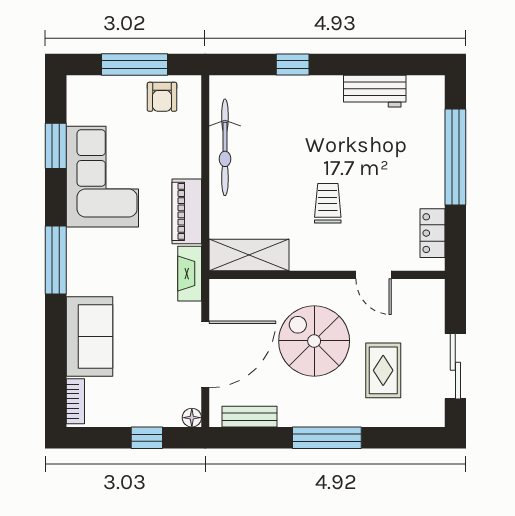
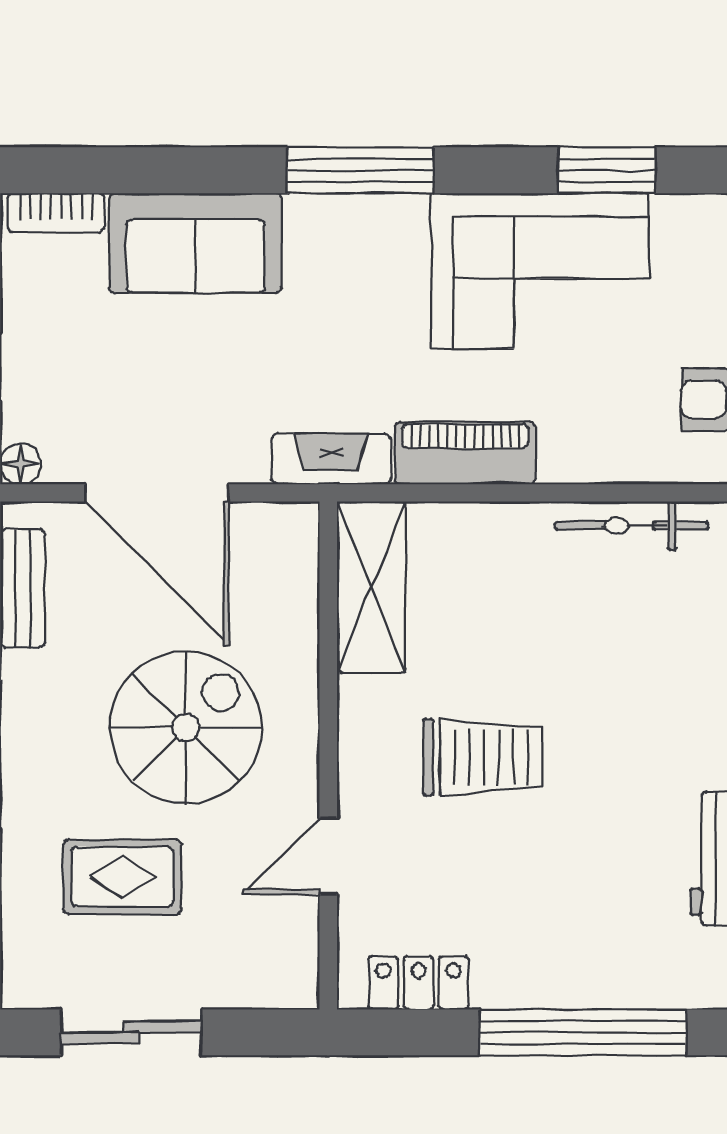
bicycle: (225, 147) -> (632, 526), width x0.73, depth x0.71
trolley: (328, 203) -> (483, 757), width x1.36, depth x1.39

